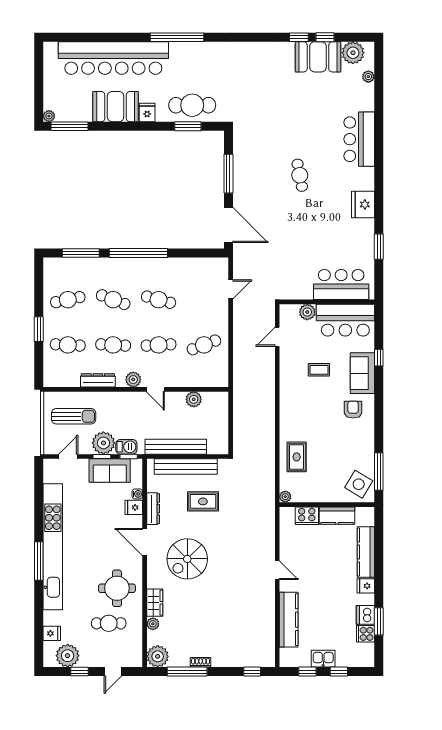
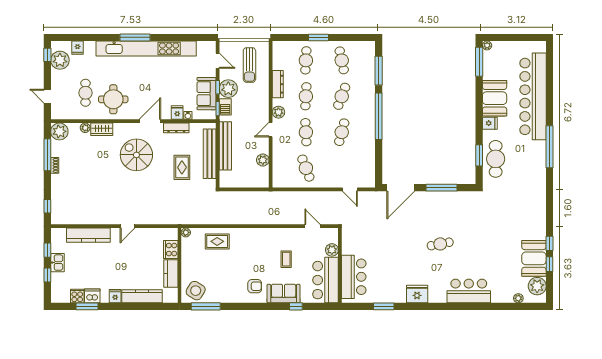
window: (79, 672) -> (47, 55), moved

